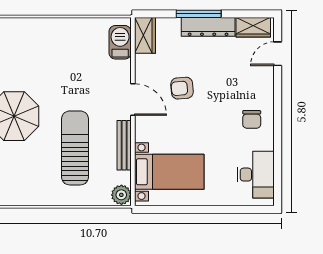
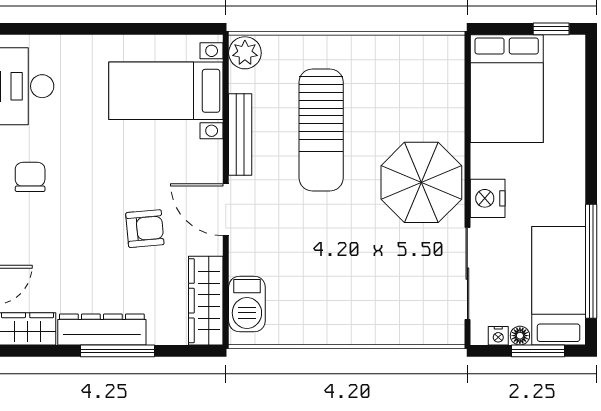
wardrobe: (145, 35) -> (206, 301), width x1.50

